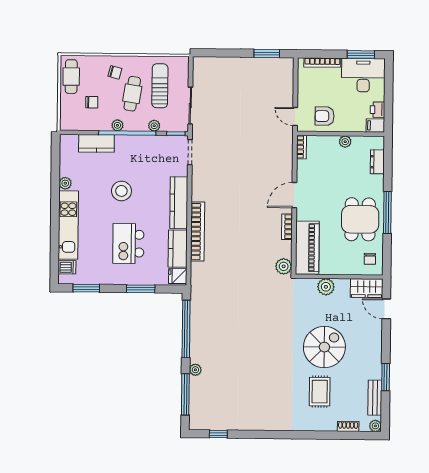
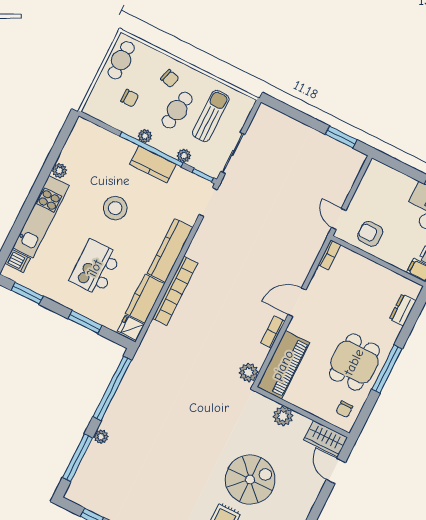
bookcase: (322, 63) -> (396, 176), removed
plant: (345, 142) -> (379, 272), removed
kitchen counter: (96, 143) -> (153, 164), moved

